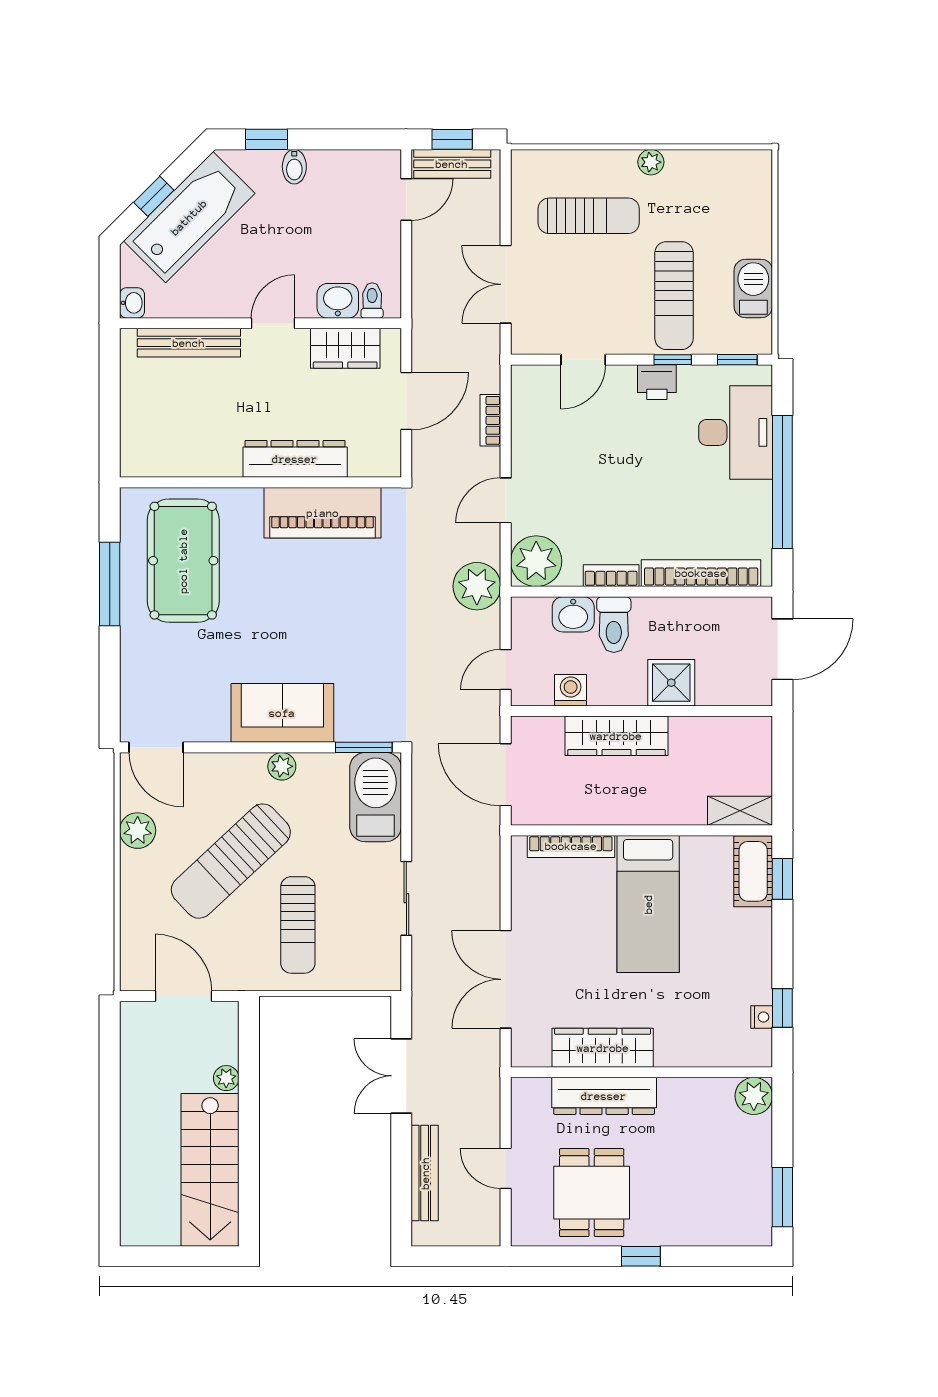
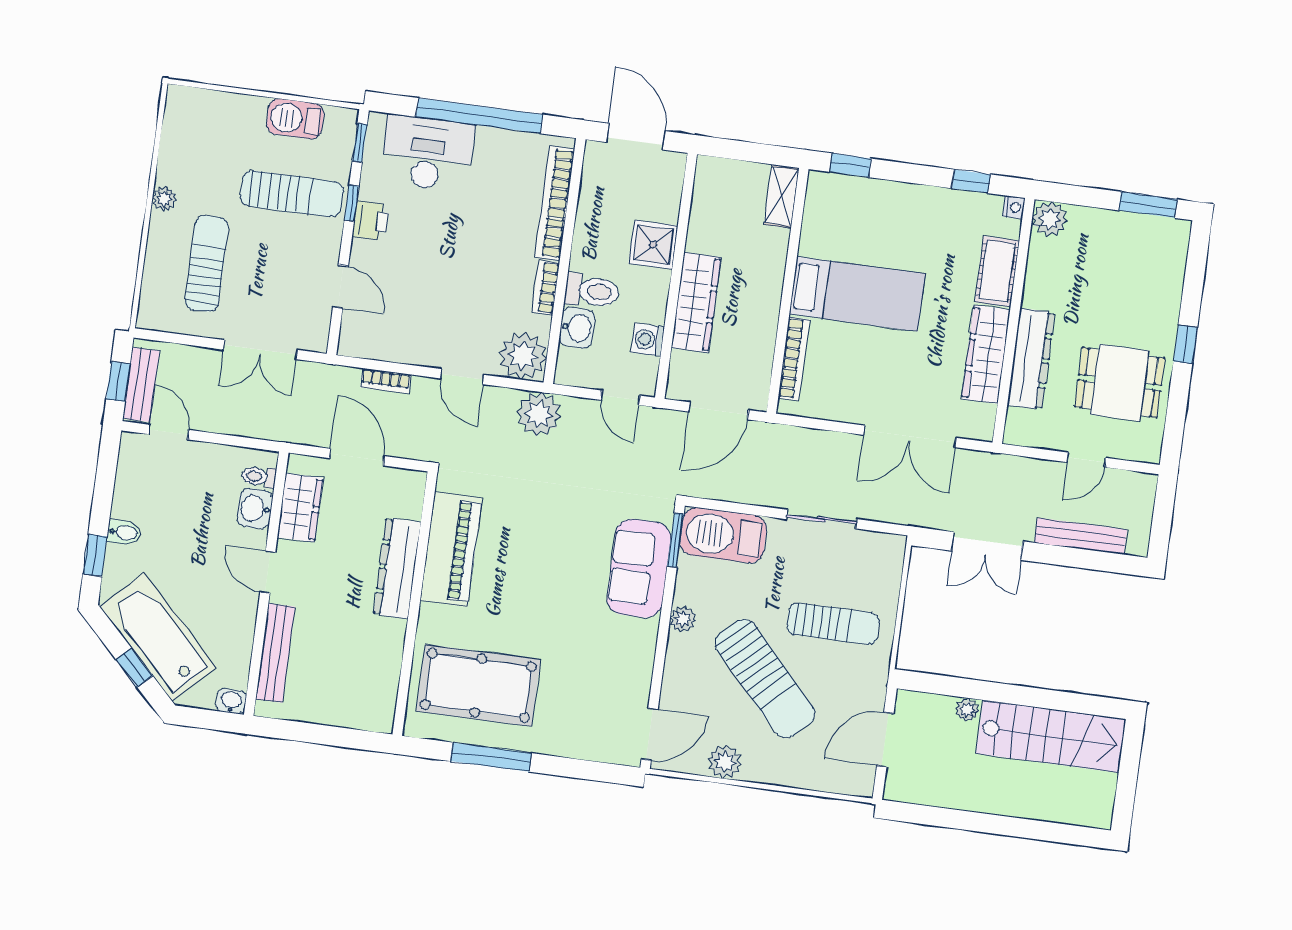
sofa: (282, 713) -> (639, 568), moved
cot: (753, 871) -> (997, 271), moved, turned 90
nightstand: (762, 1017) -> (1014, 207), moved, turned 90

